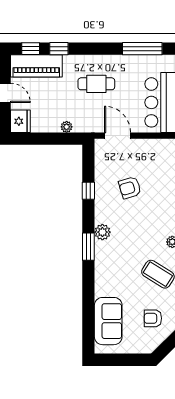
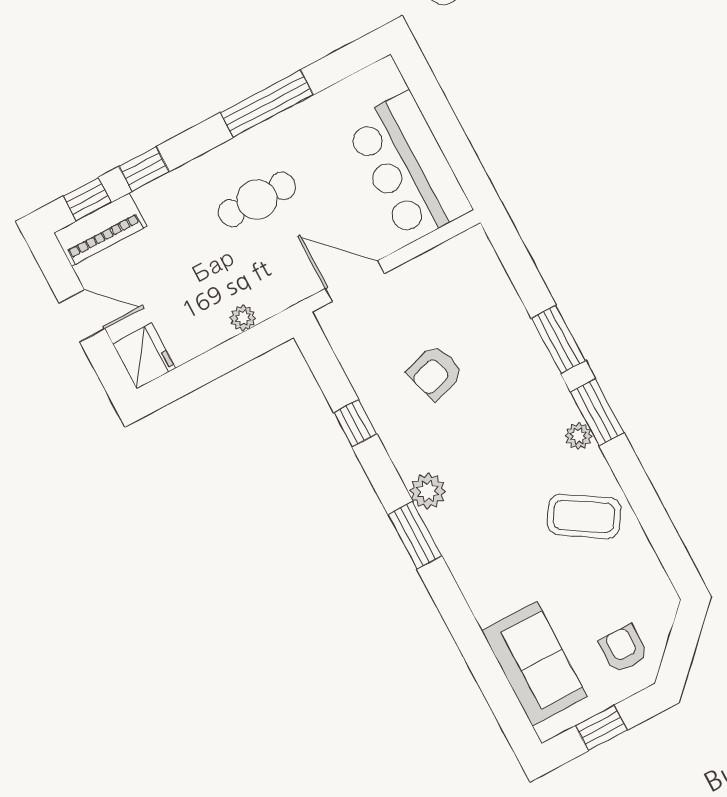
window: (142, 49) -> (267, 104), moved
piano: (36, 66) -> (100, 230), width x0.73, depth x0.75
armchair: (153, 318) -> (623, 649), moved, turned 90
window: (121, 360) -> (601, 728), added

